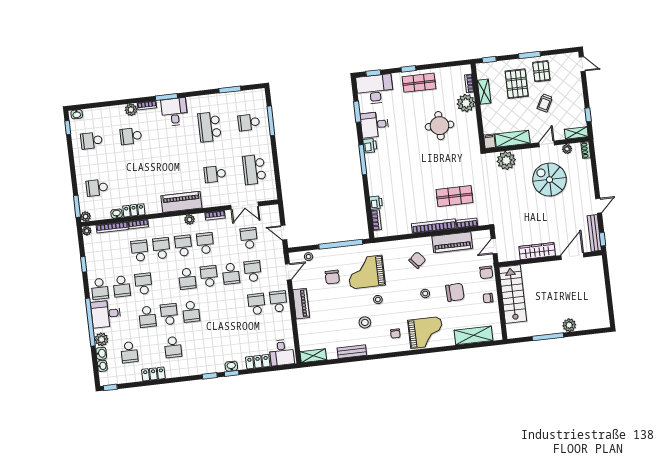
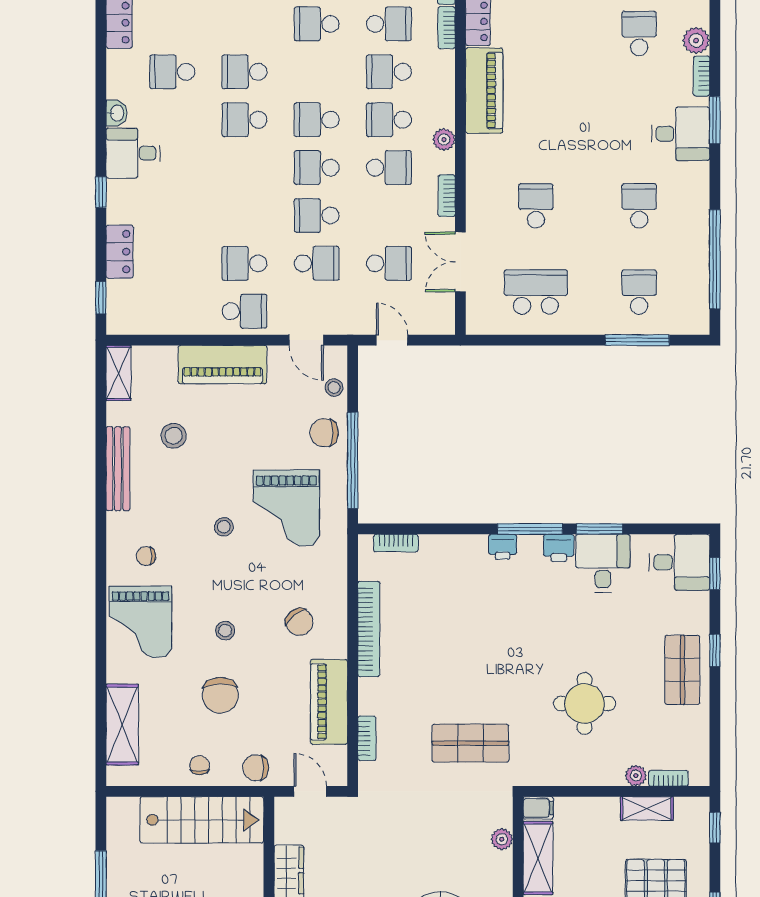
desk: (375, 89) -> (679, 562), width x0.73
window: (230, 90) -> (715, 259), width x2.11
plant: (466, 103) -> (636, 776), width x0.53, depth x0.53
window: (357, 112) -> (599, 529), moved
school desk: (209, 127) -> (639, 206), width x0.54
plant: (506, 161) -> (502, 839), width x0.53, depth x0.53
shop shelf: (454, 196) -> (470, 743), moved, turned 90
piano: (181, 202) -> (484, 91), moved
printer: (376, 203) -> (503, 547), moved
bookcase: (434, 226) -> (369, 629), moved
door: (284, 233) -> (392, 340), hinge flipped
school desk: (183, 246) -> (389, 120), turned 180
school desk: (162, 248) -> (389, 72), turned 180
grand piano: (366, 272) -> (286, 508), turned 180
school desk: (209, 276) -> (317, 168), turned 180
chair: (332, 277) -> (324, 433), moved
school desk: (143, 284) -> (317, 24), turned 180
school desk: (257, 304) -> (244, 263), turned 180
piano: (301, 304) -> (222, 365), width x1.37, depth x1.33
school desk: (169, 314) -> (244, 72), turned 180
school desk: (147, 317) -> (244, 24), removed
stool: (365, 322) -> (174, 436), moved
bench: (352, 352) -> (118, 469), width x1.36
desk: (282, 353) -> (133, 153), moved
washbasin: (231, 366) -> (117, 113), moved
window: (210, 376) -> (101, 298), moved

